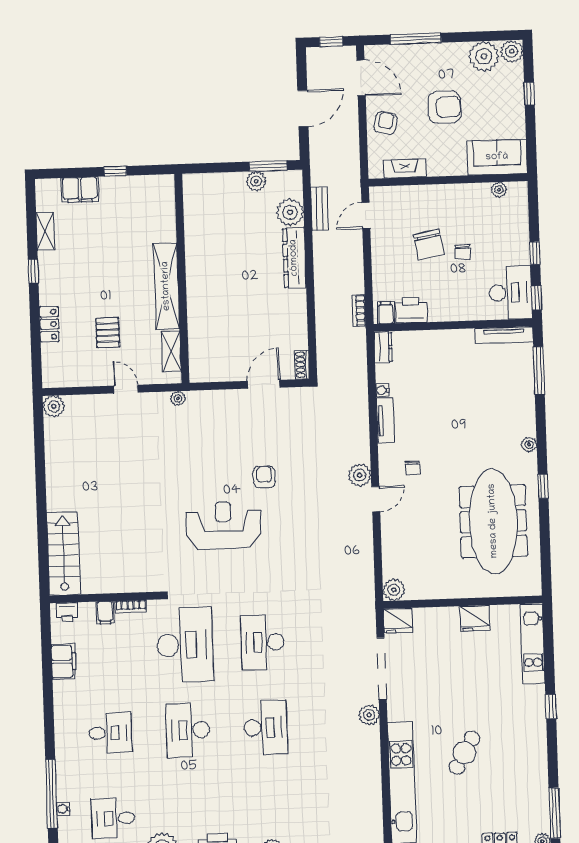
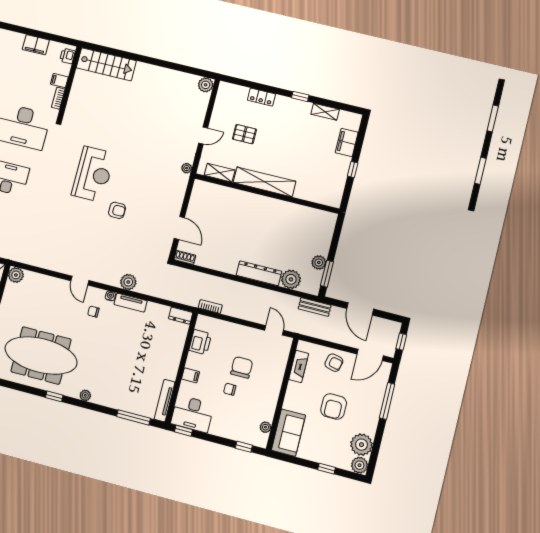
bench: (320, 209) -> (315, 307), moved
chair: (429, 244) -> (242, 367), turned 100
window: (535, 253) -> (244, 447), moved
filing cabinet: (386, 313) -> (191, 375), moved
water cooler: (382, 390) -> (110, 296), moved
plant: (360, 475) -> (128, 282), moved

